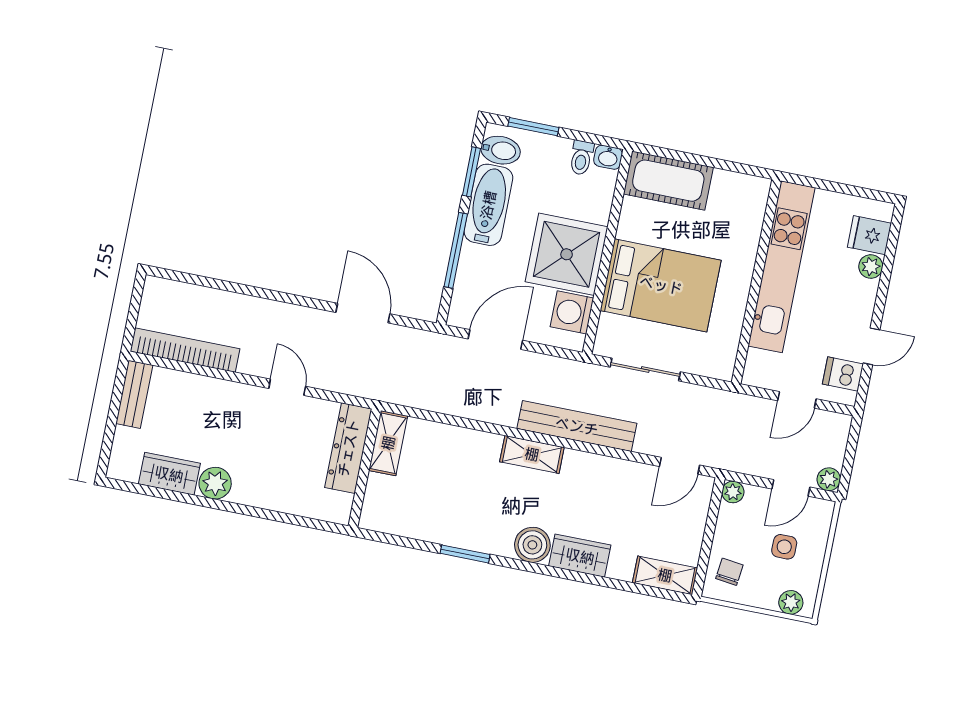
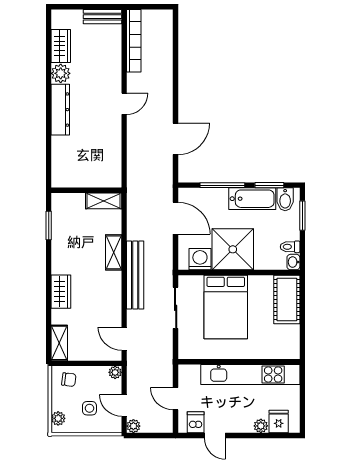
shelving: (388, 443) -> (104, 201), moved
dresser: (348, 448) -> (60, 110), moved, turned 90
wall: (365, 468) -> (86, 190), moved
boiler: (532, 545) -> (62, 263), removed

